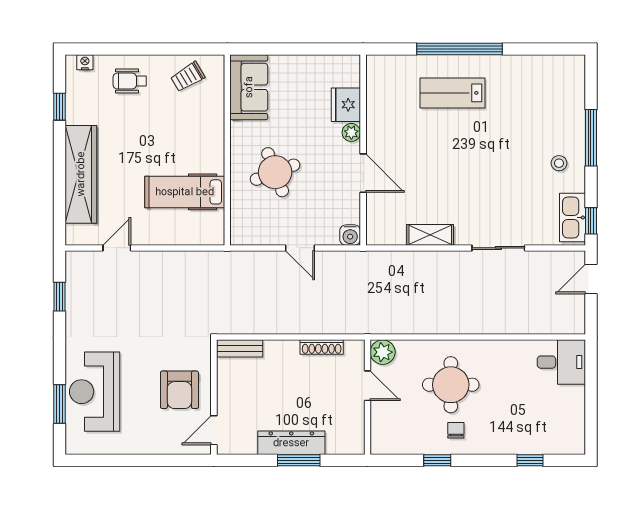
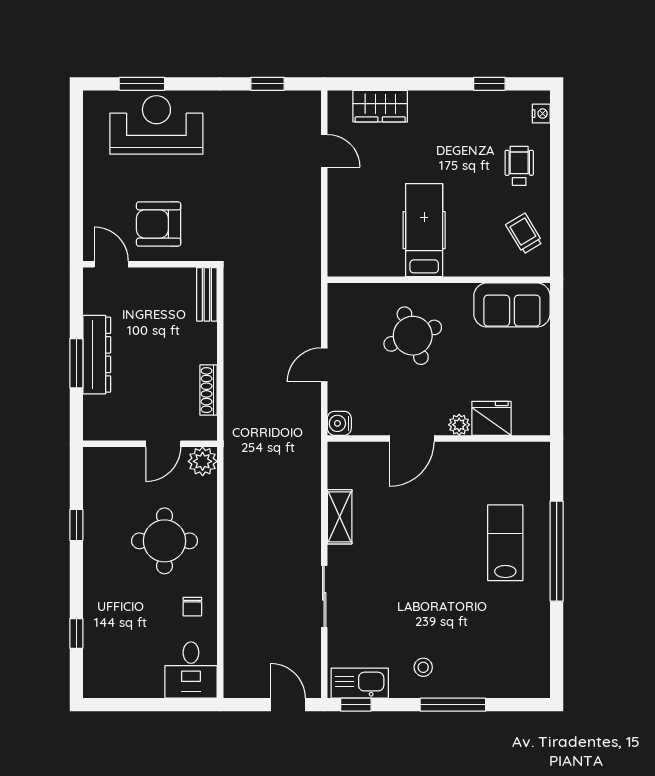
wardrobe: (81, 174) -> (380, 106), width x0.48, depth x0.85
hospital bed: (185, 192) -> (424, 230), moved
chair: (456, 430) -> (192, 607), moved, turned 90

